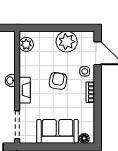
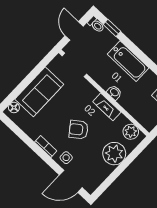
plant: (67, 42) -> (114, 154), moved
armchair: (58, 81) -> (79, 130), turned 134
fireplace: (25, 90) -> (107, 107), moved

